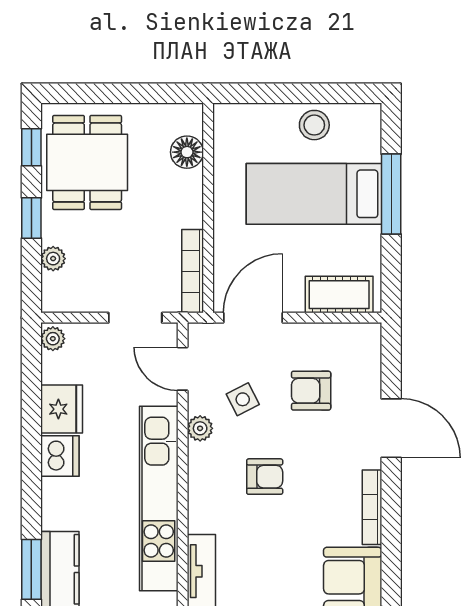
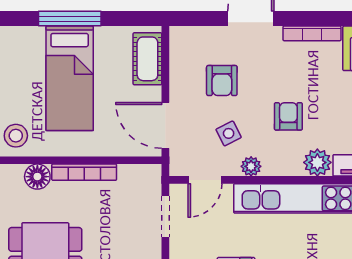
stool: (314, 125) -> (16, 136), moved
bookcase: (193, 271) -> (84, 172), moved
plant: (205, 514) -> (317, 162), added

